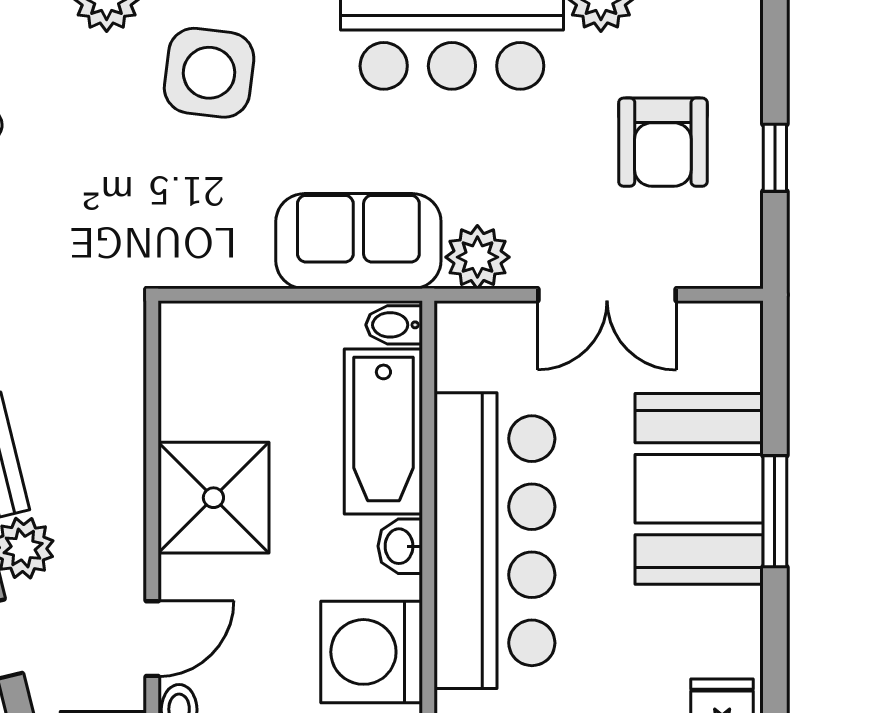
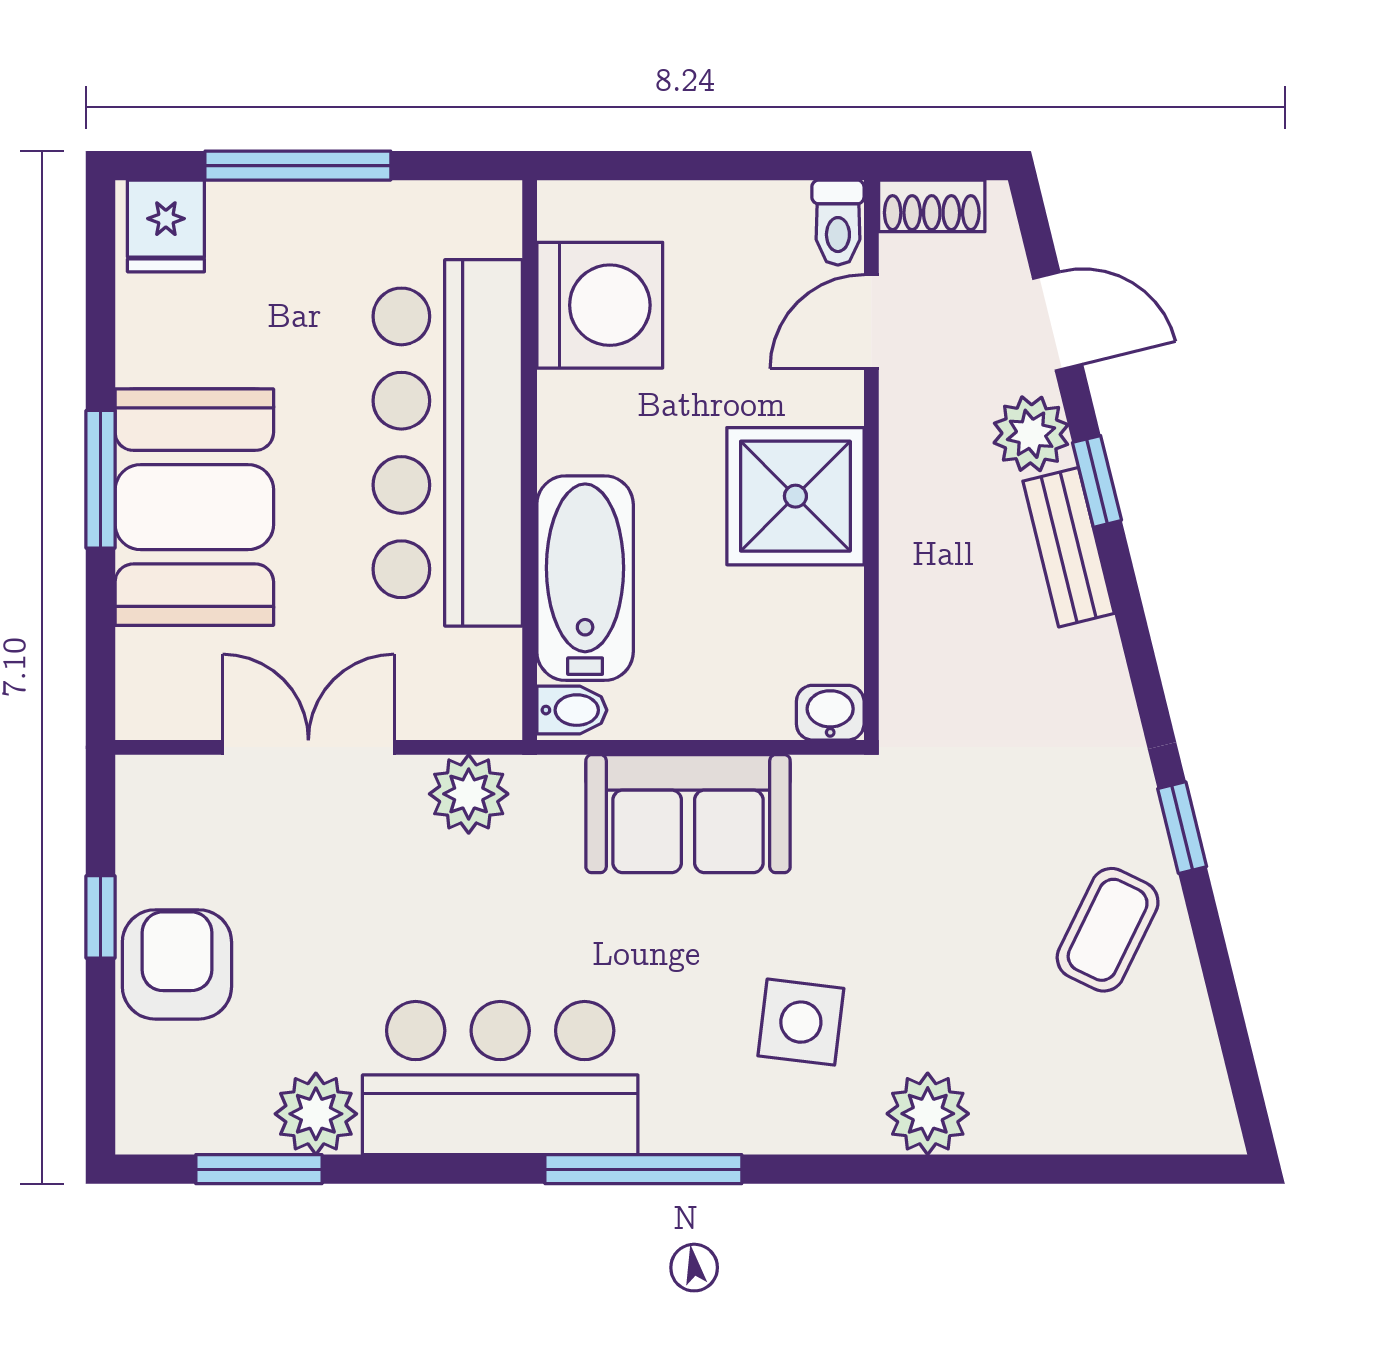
side table: (209, 73) -> (801, 1022), width x0.73, depth x0.73
armchair: (663, 142) -> (177, 964), moved
sofa: (358, 241) -> (688, 814), moved
washbasin: (400, 546) -> (830, 713), moved, turned -90

